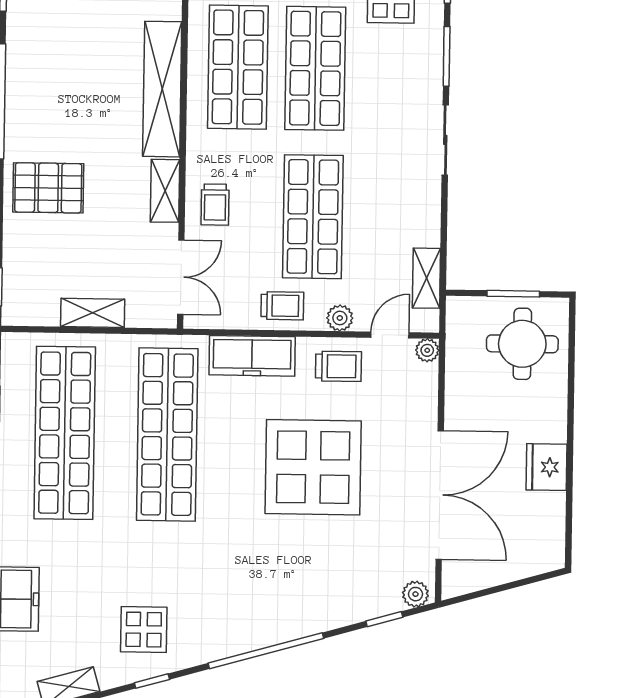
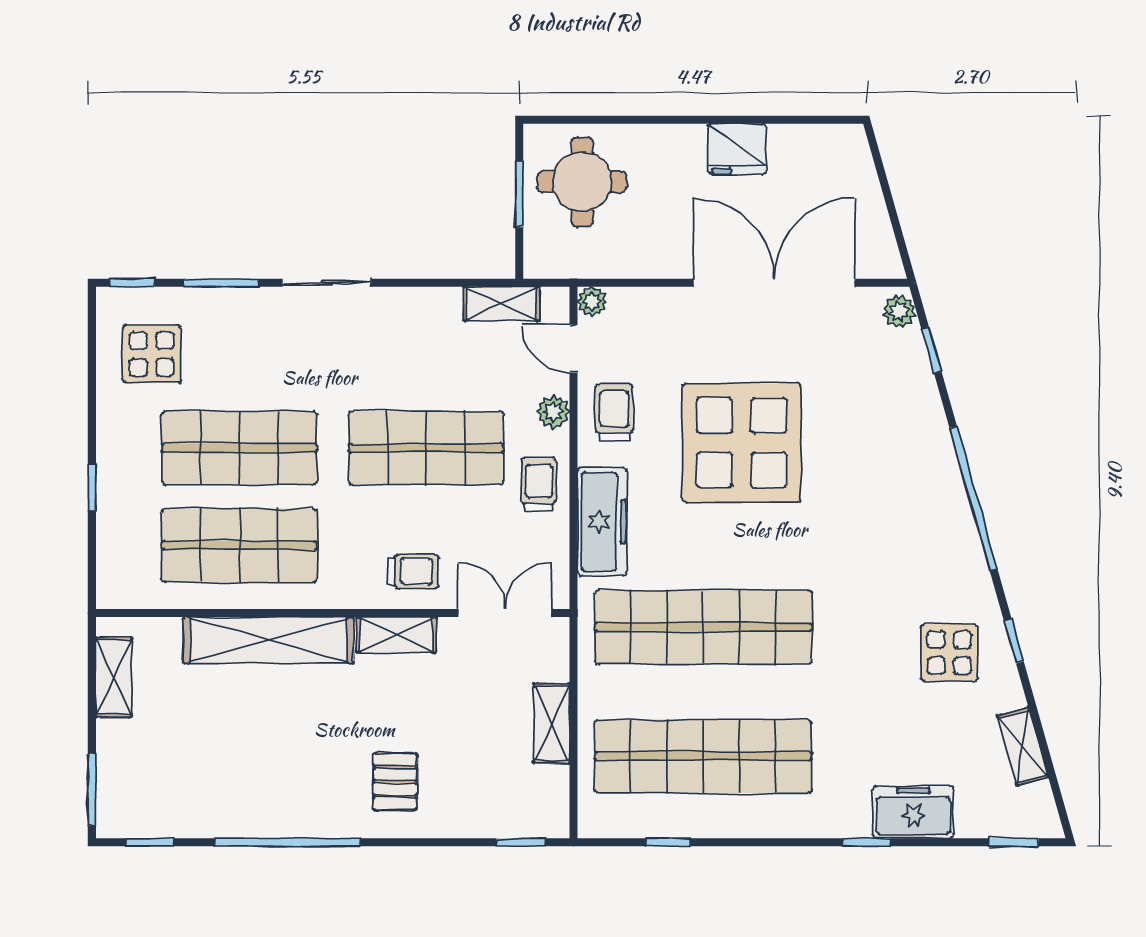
pallet: (48, 188) -> (395, 782), width x0.67, depth x0.71

